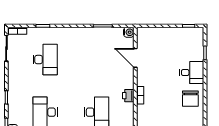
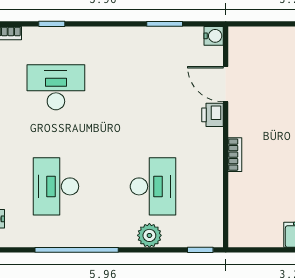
desk: (45, 60) -> (56, 87), turned -90
printer: (128, 96) -> (213, 115), moved

